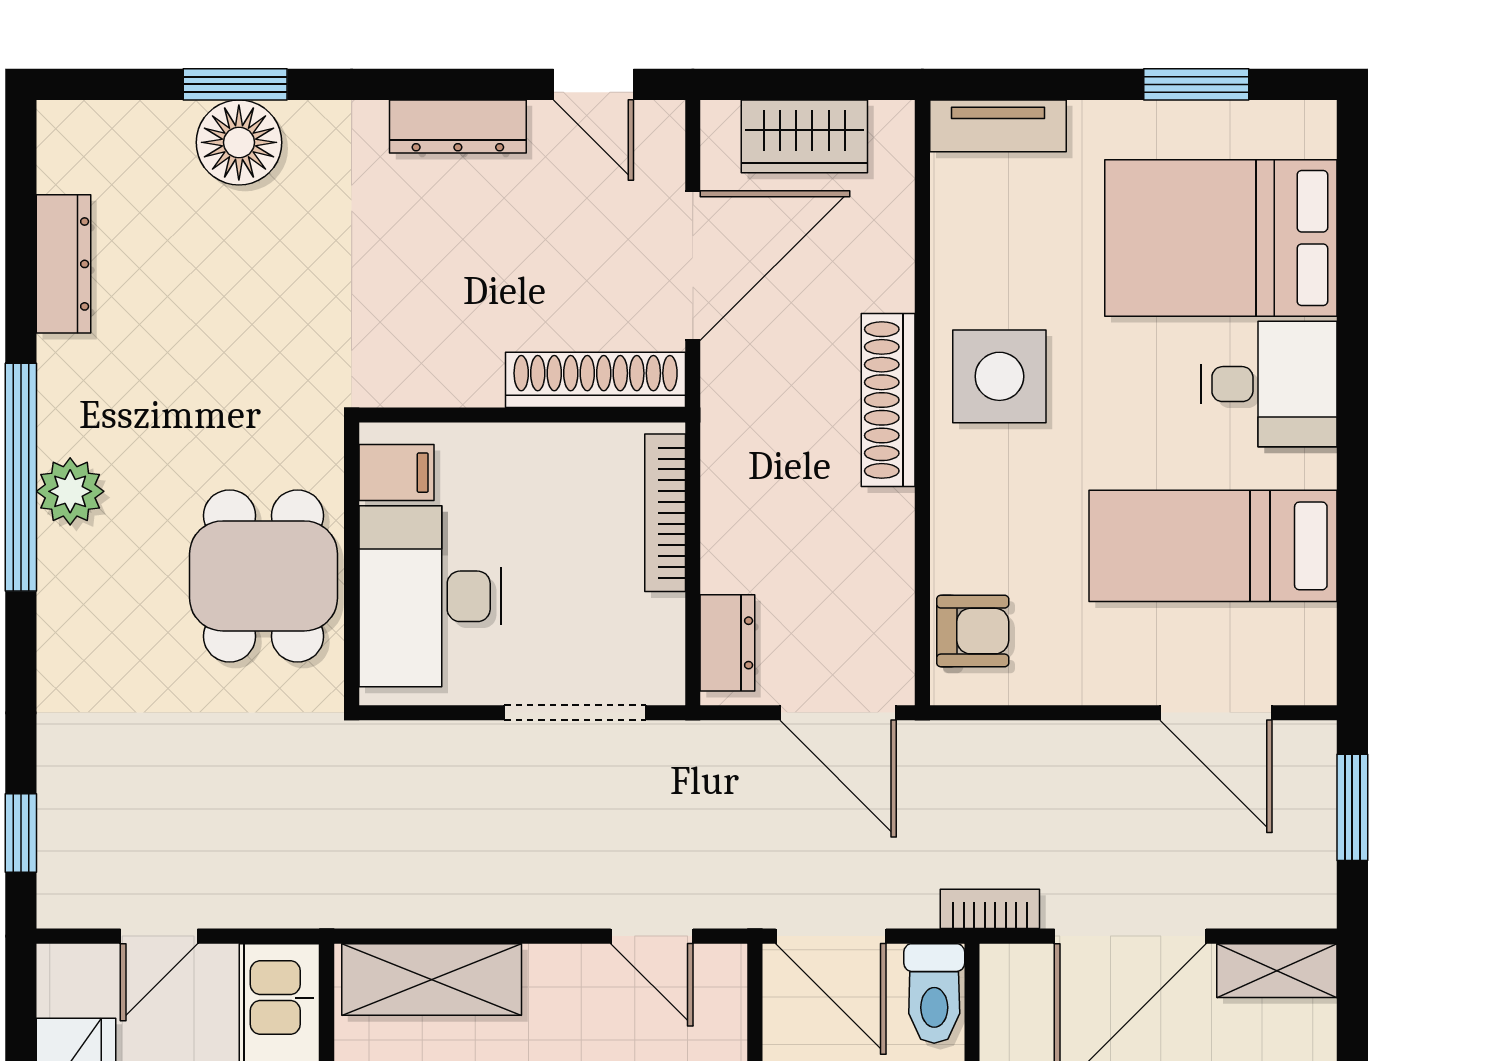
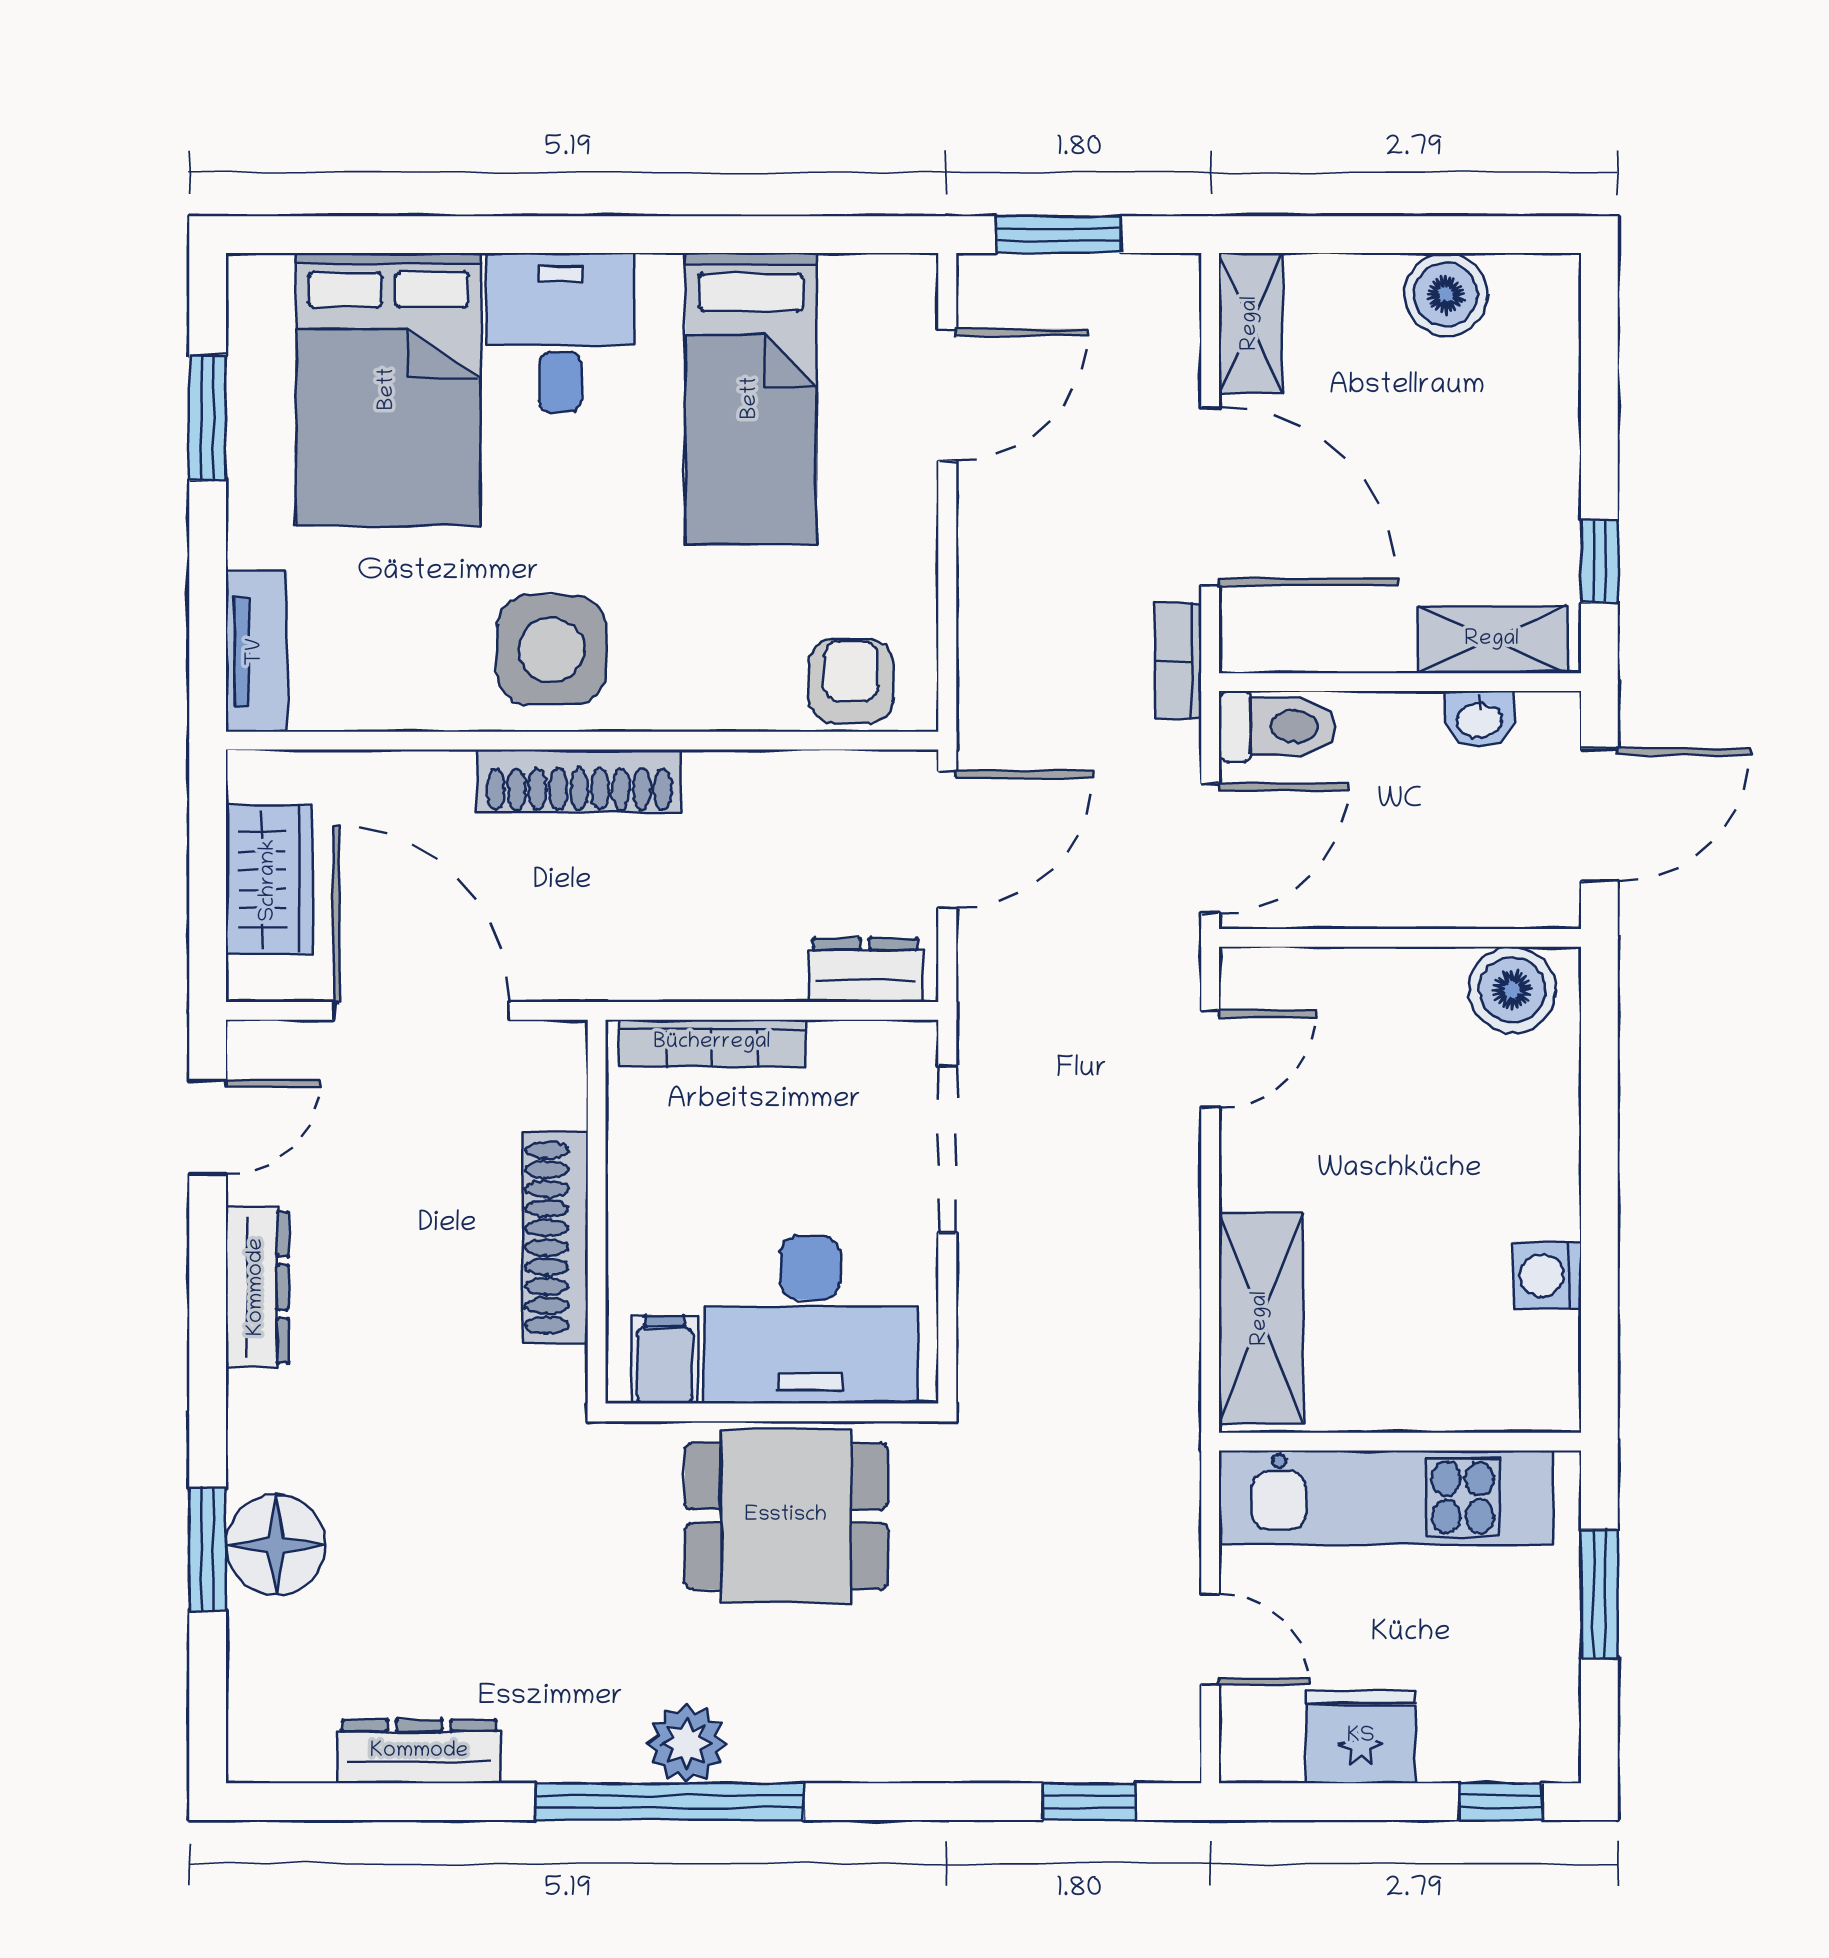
shoe rack: (596, 380) -> (555, 1238), moved

